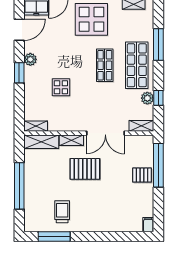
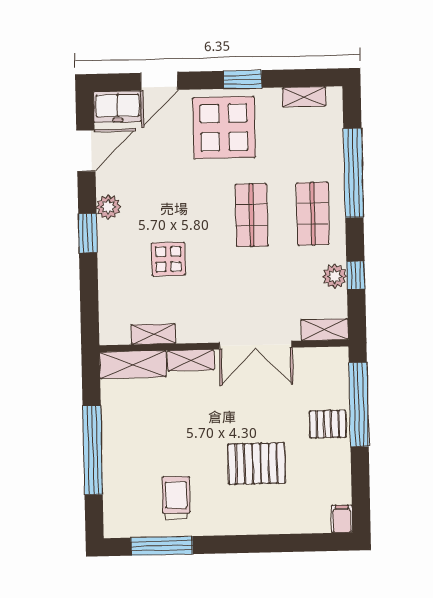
window: (158, 44) -> (353, 173), width x1.46
shop shelf: (137, 65) -> (313, 214), width x0.70, depth x0.74
shelving: (36, 126) -> (153, 334), moved
pallet: (85, 169) -> (257, 464), moved

